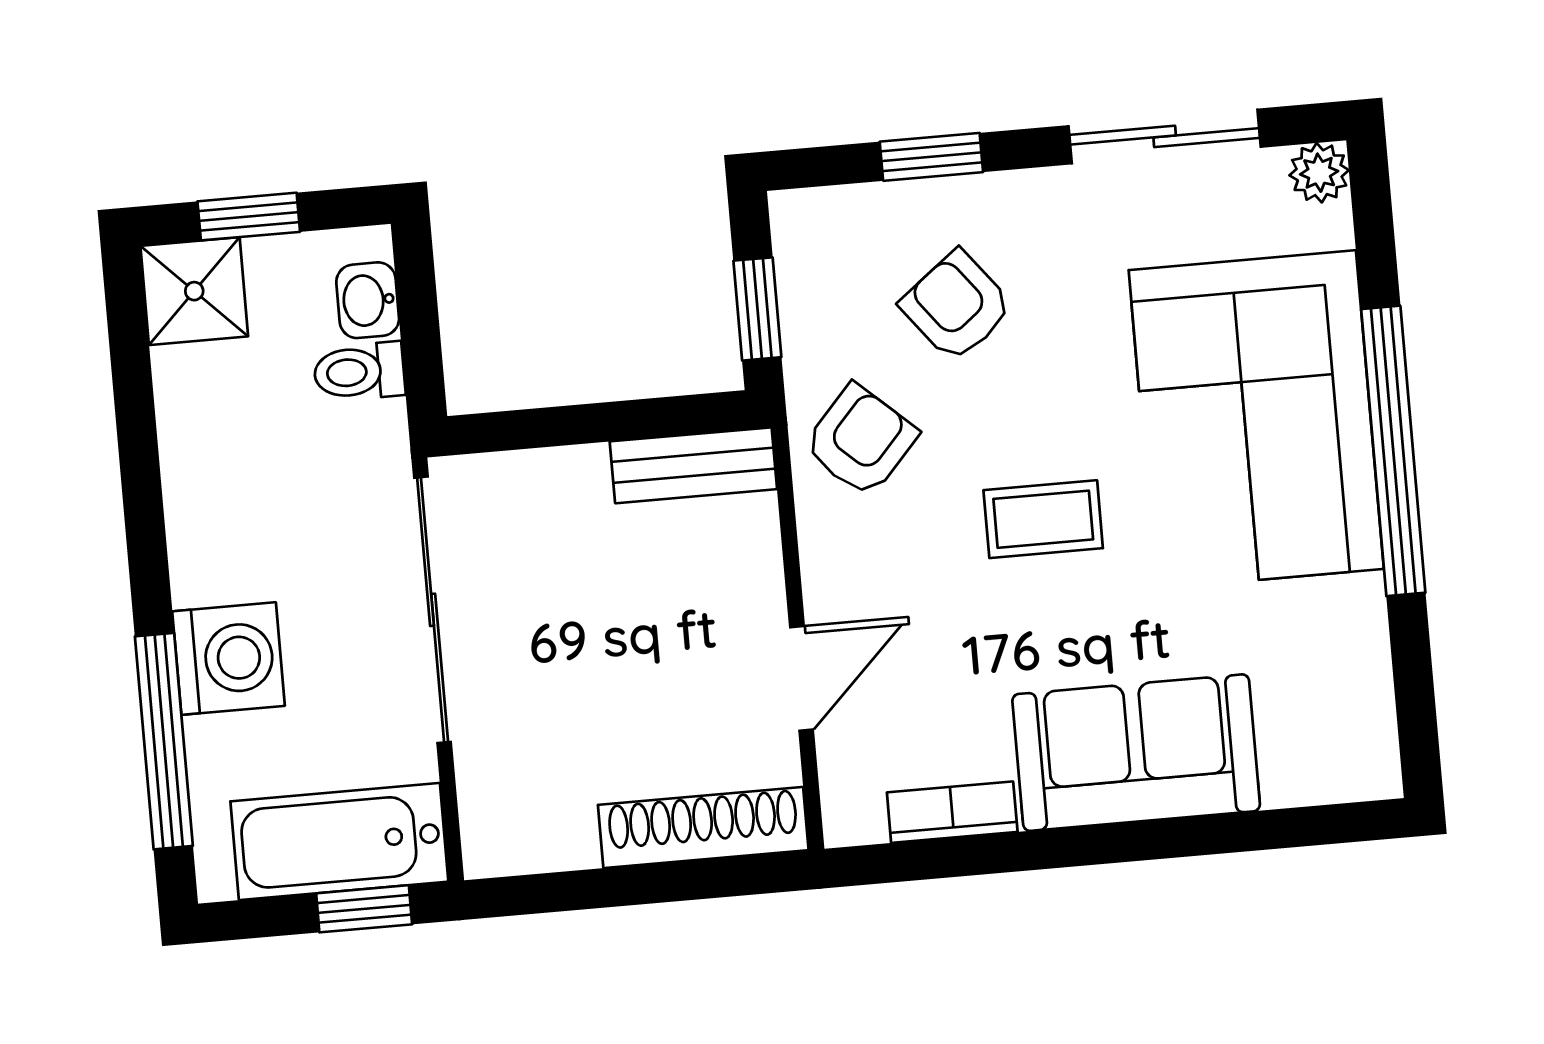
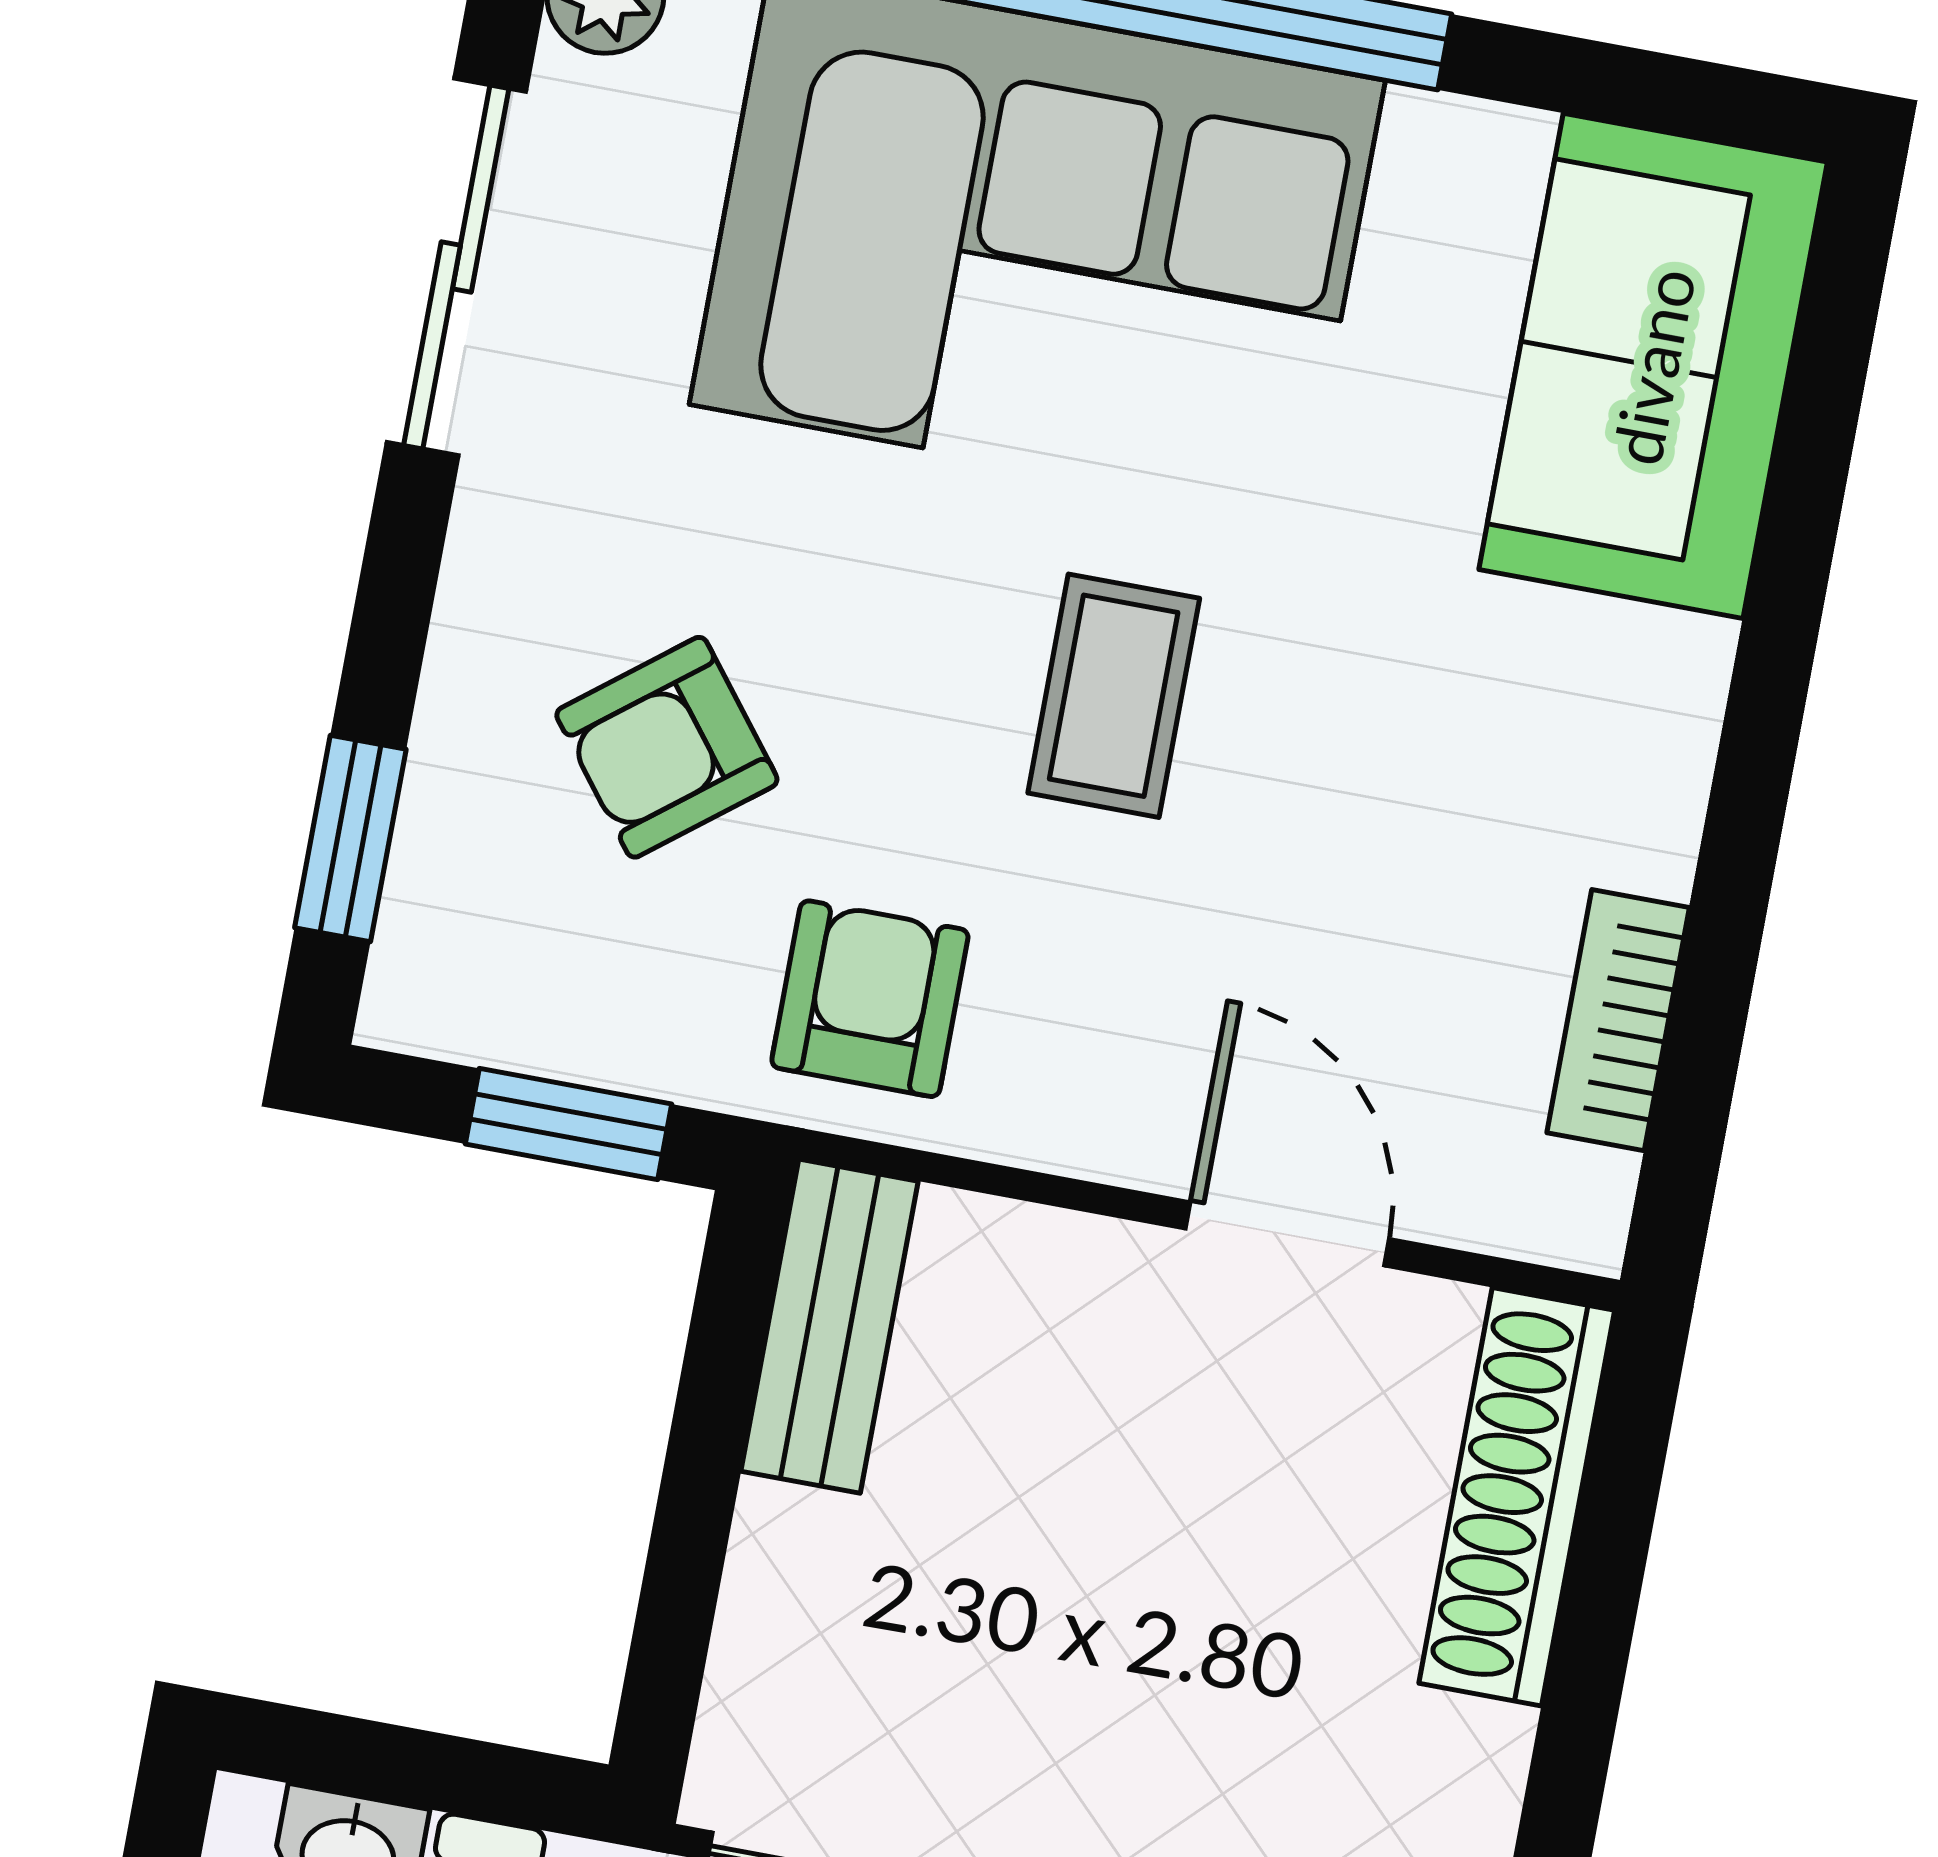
window: (931, 157) -> (350, 839), moved
armchair: (860, 440) -> (870, 999), turned 48
sofa: (1136, 753) -> (1653, 366), moved

